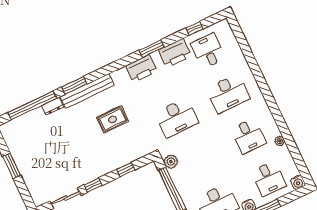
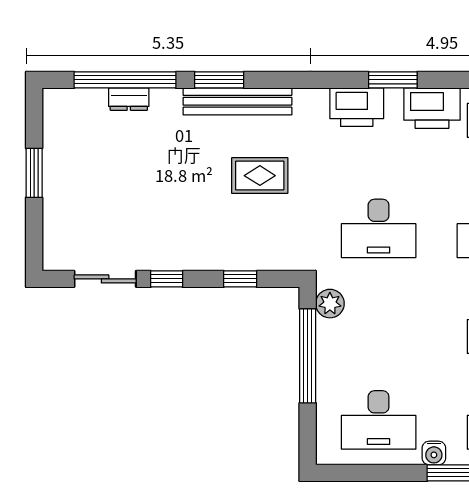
dresser: (52, 106) -> (129, 99), moved

